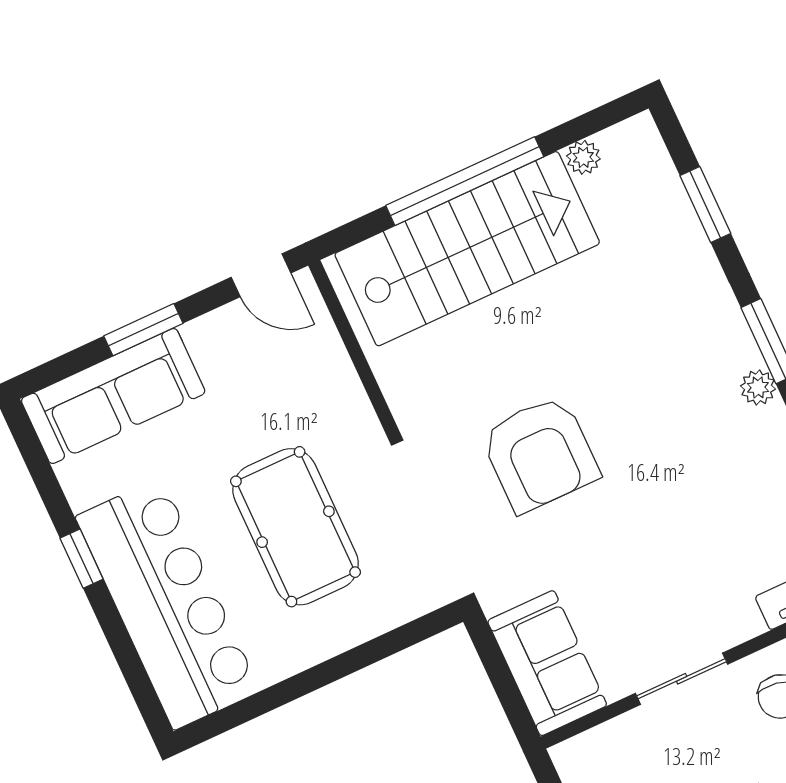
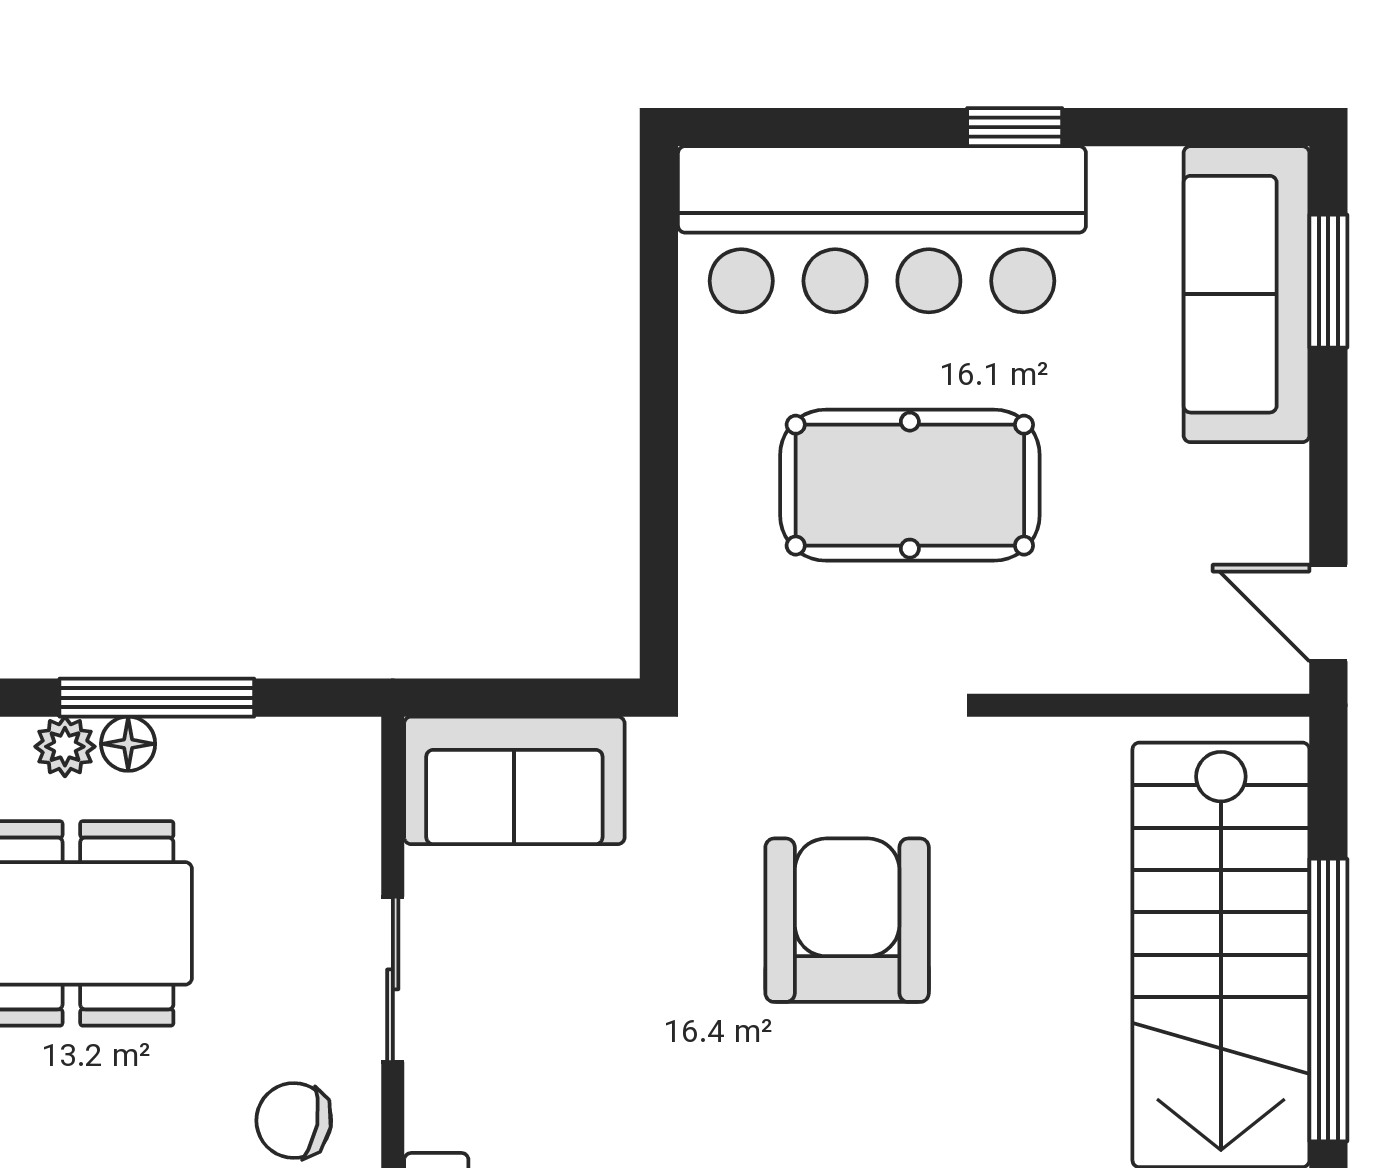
door: (261, 275) -> (1328, 613), hinge flipped
window: (143, 330) -> (1328, 281), moved
armchair: (540, 454) -> (847, 920), turned 90

